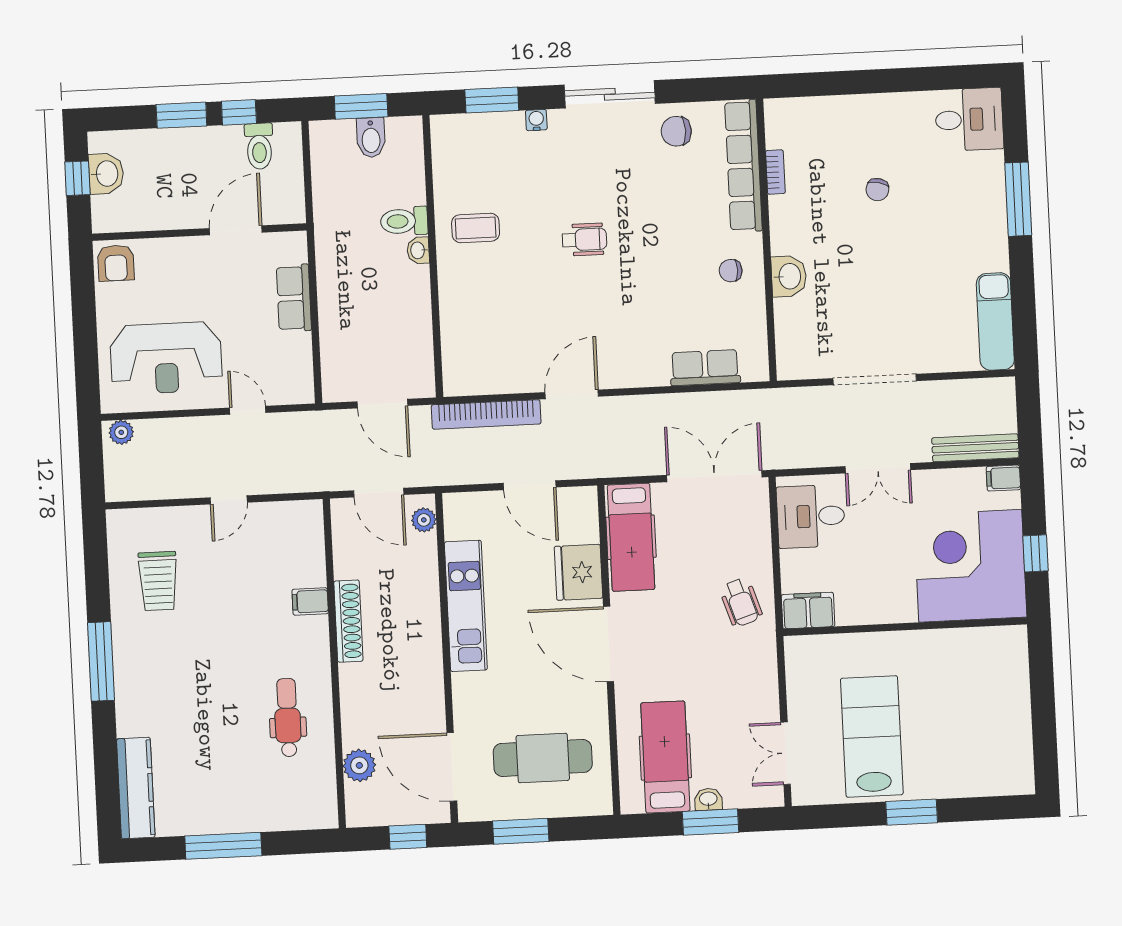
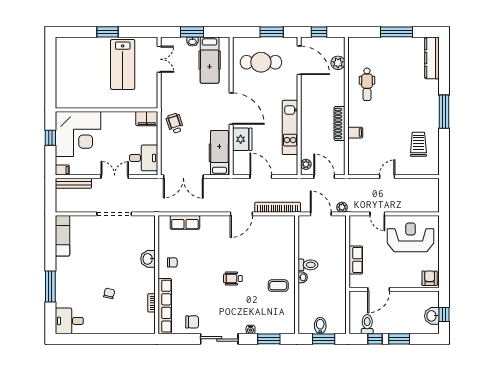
toilet: (404, 221) -> (308, 265), moved
plant: (121, 432) -> (342, 207), moved

